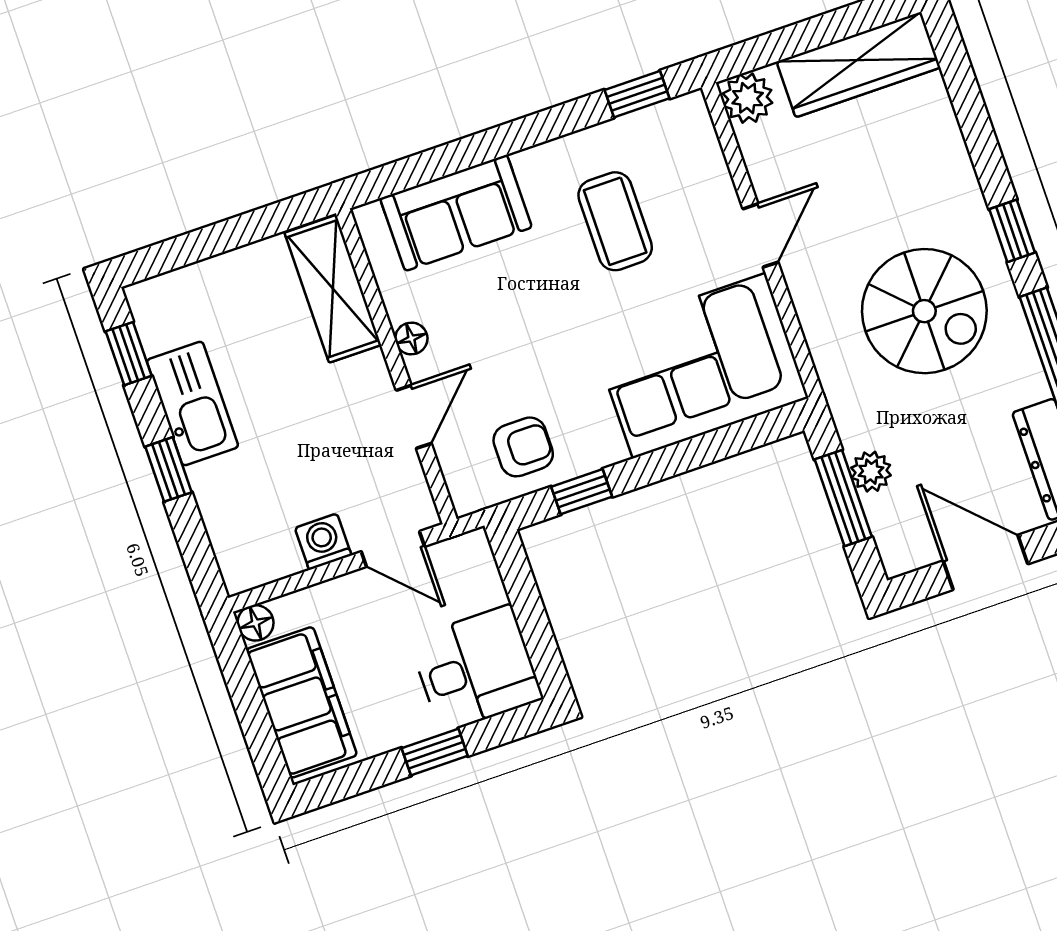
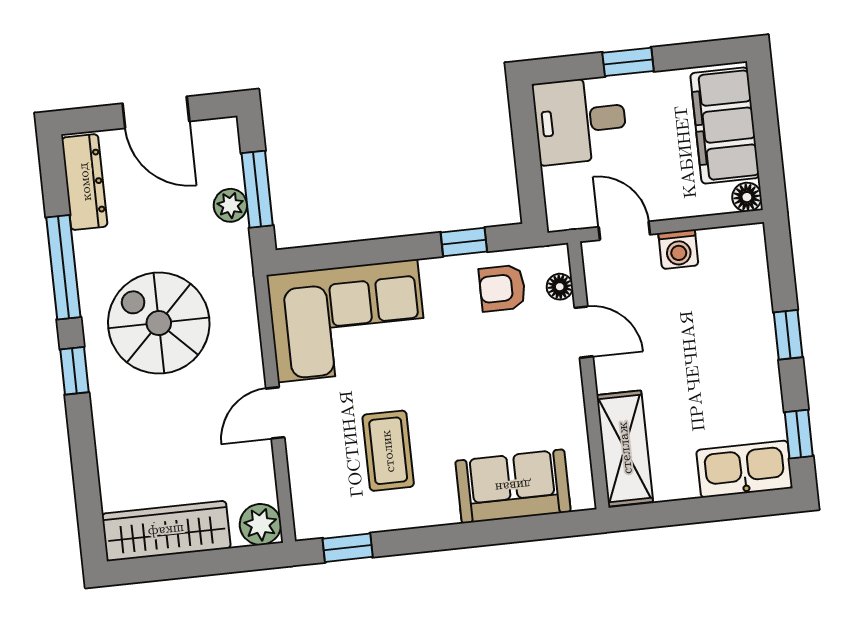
floor lamp: (411, 339) -> (560, 287), moved
kitchen sink: (193, 403) -> (744, 469), moved, turned 90
door: (414, 417) -> (584, 332), swing flipped

